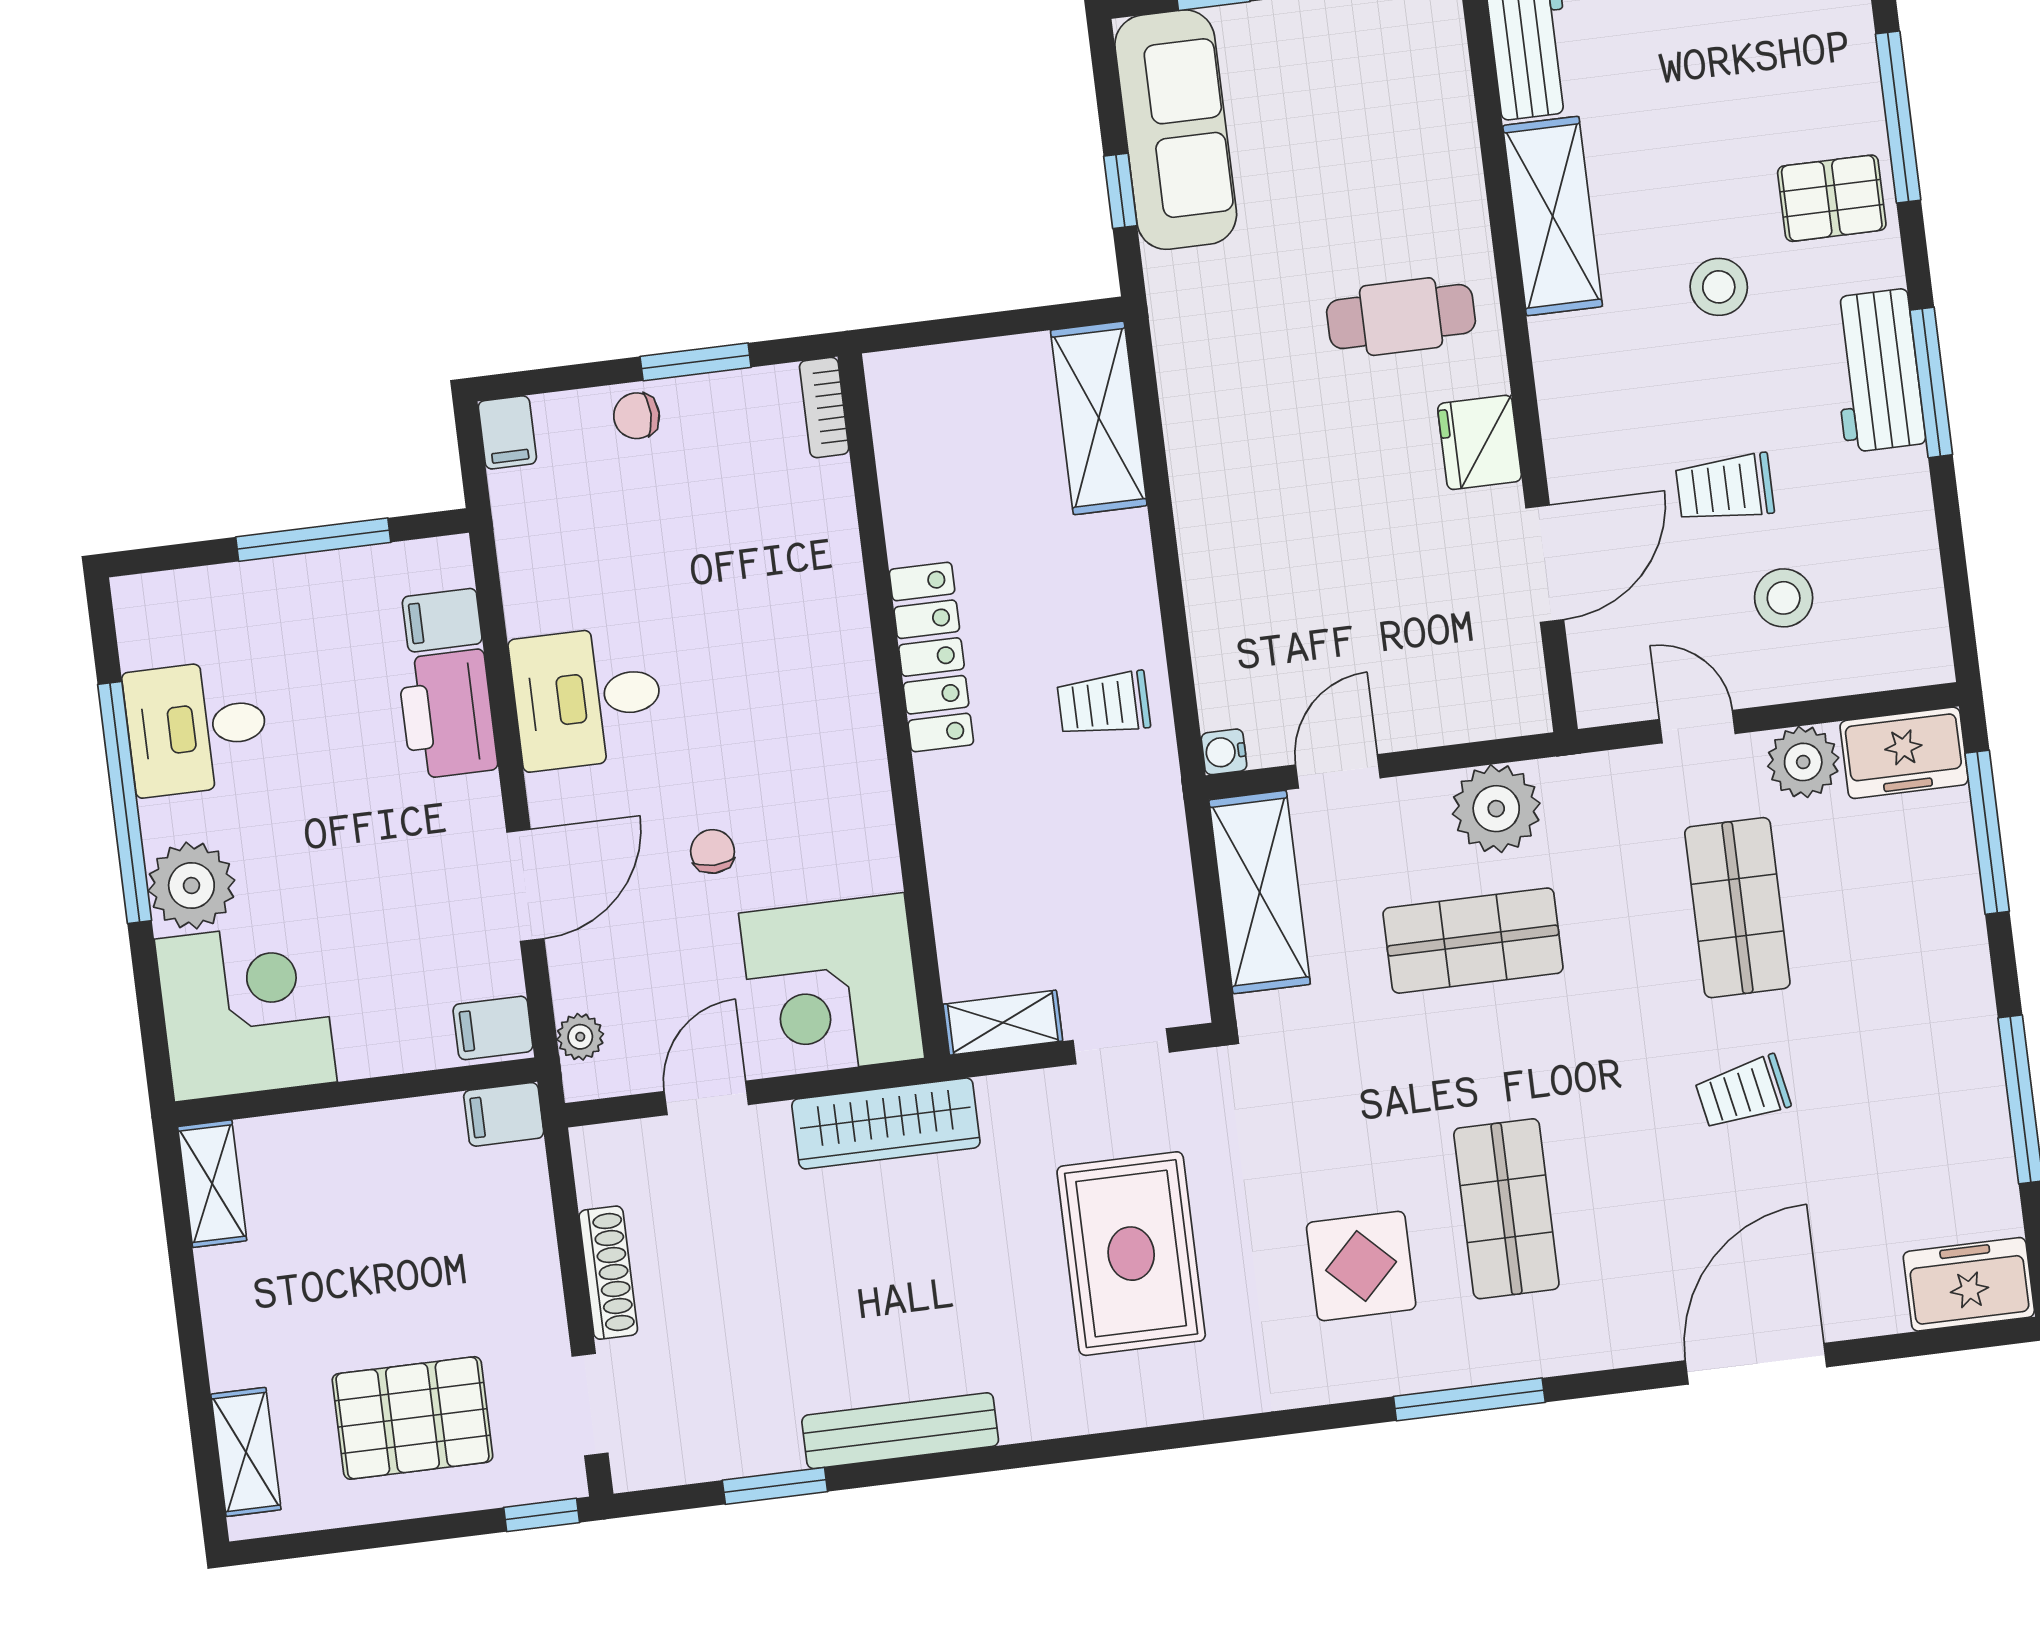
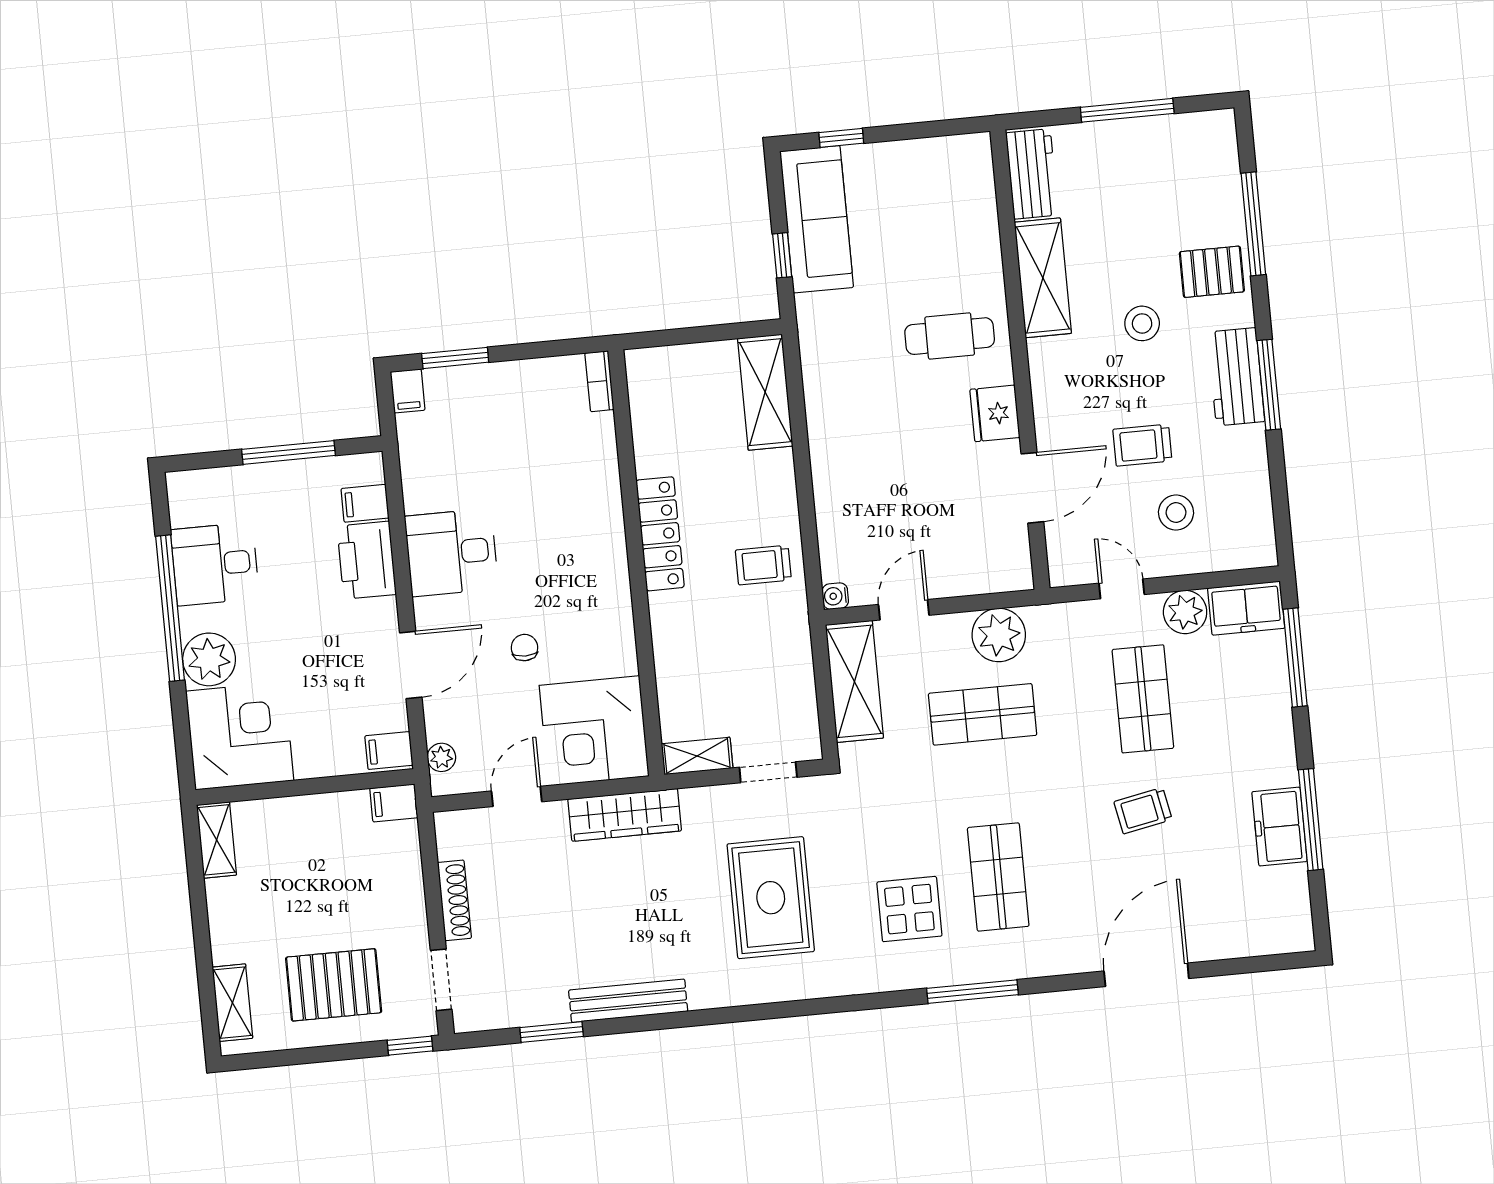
window: (696, 362) -> (455, 358), moved
chair: (637, 416) -> (486, 383), removed
freezer: (1969, 1284) -> (1280, 827), moved, turned -90

